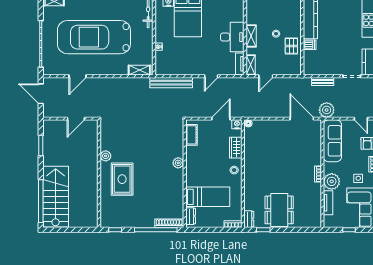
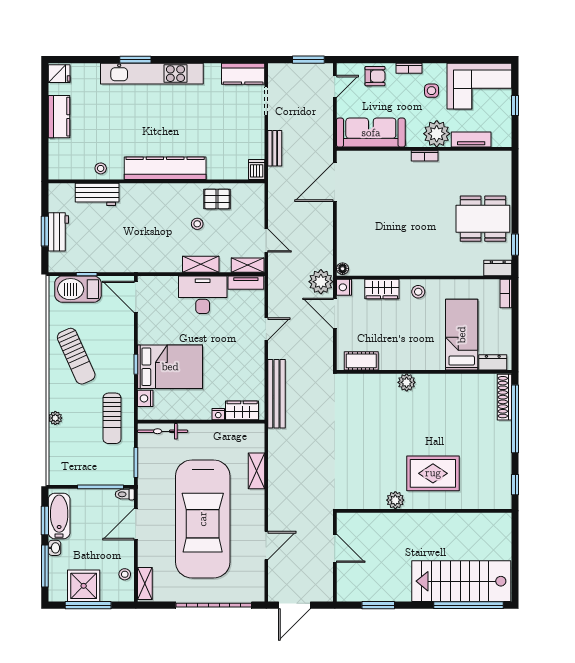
dishwasher: (310, 45) -> (257, 170), moved
wardrobe: (161, 61) -> (242, 410), added
shelving: (139, 70) -> (256, 471), moved
door: (78, 76) -> (266, 546), hinge flipped
door: (211, 76) -> (266, 329), hinge flipped
plant: (327, 110) -> (321, 282), moved

